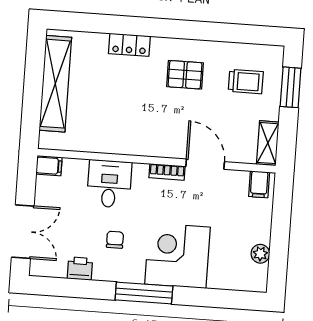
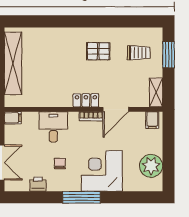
locker: (129, 45) -> (86, 100), moved, turned 180
door: (205, 164) -> (116, 109), swing flipped
plant: (260, 254) -> (151, 166), width x1.88, depth x1.88

